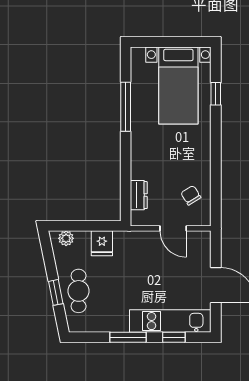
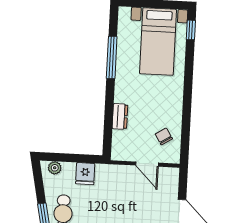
window: (216, 94) -> (191, 30), moved
dresser: (139, 195) -> (120, 116), moved

